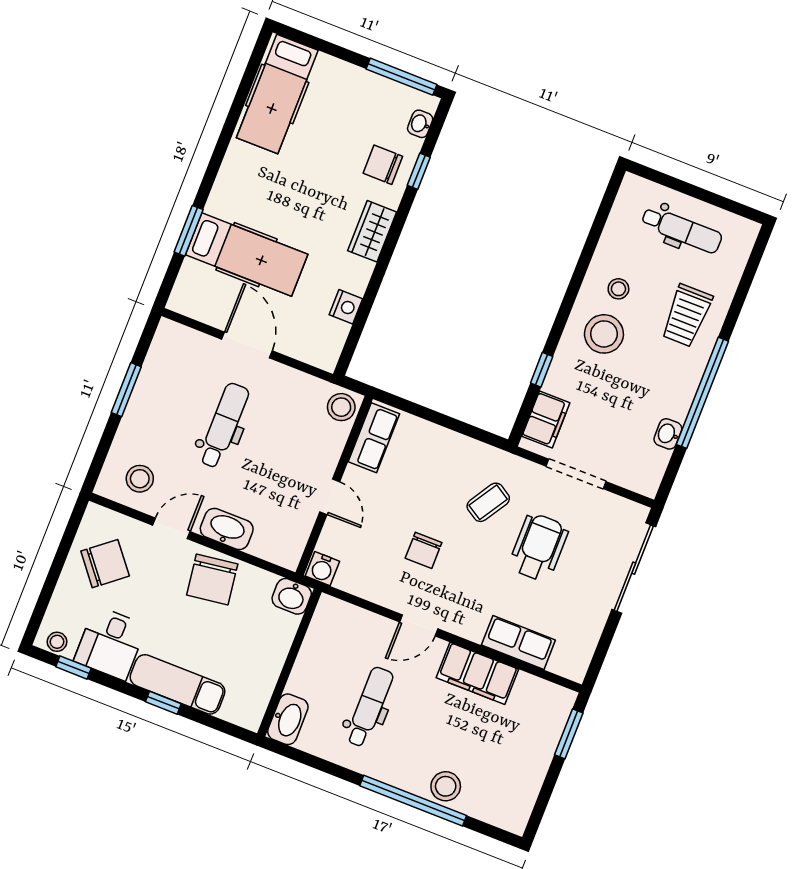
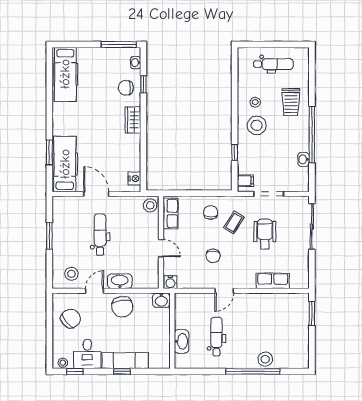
hospital bed: (247, 255) -> (65, 164), moved, turned -90
nightstand: (346, 307) -> (134, 179), moved
filing cabinet: (546, 420) -> (245, 181), width x0.50
chair: (451, 466) -> (211, 212), added
filing cabinet: (477, 673) -> (260, 302), removed
washbasin: (288, 719) -> (182, 341), moved

